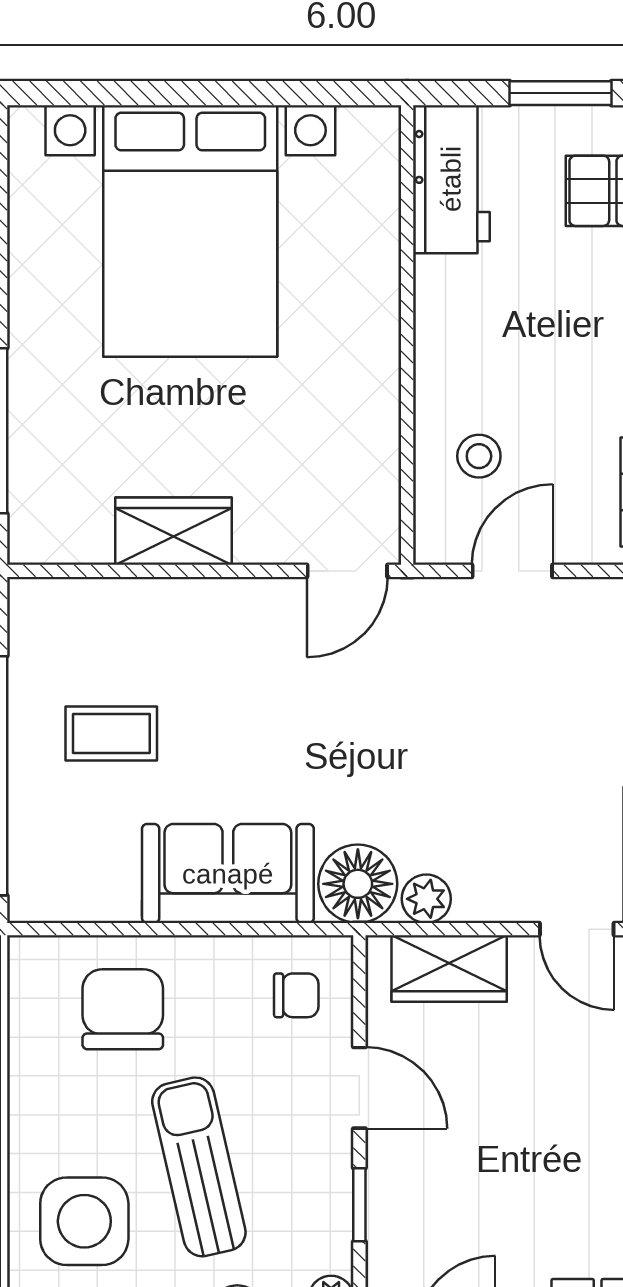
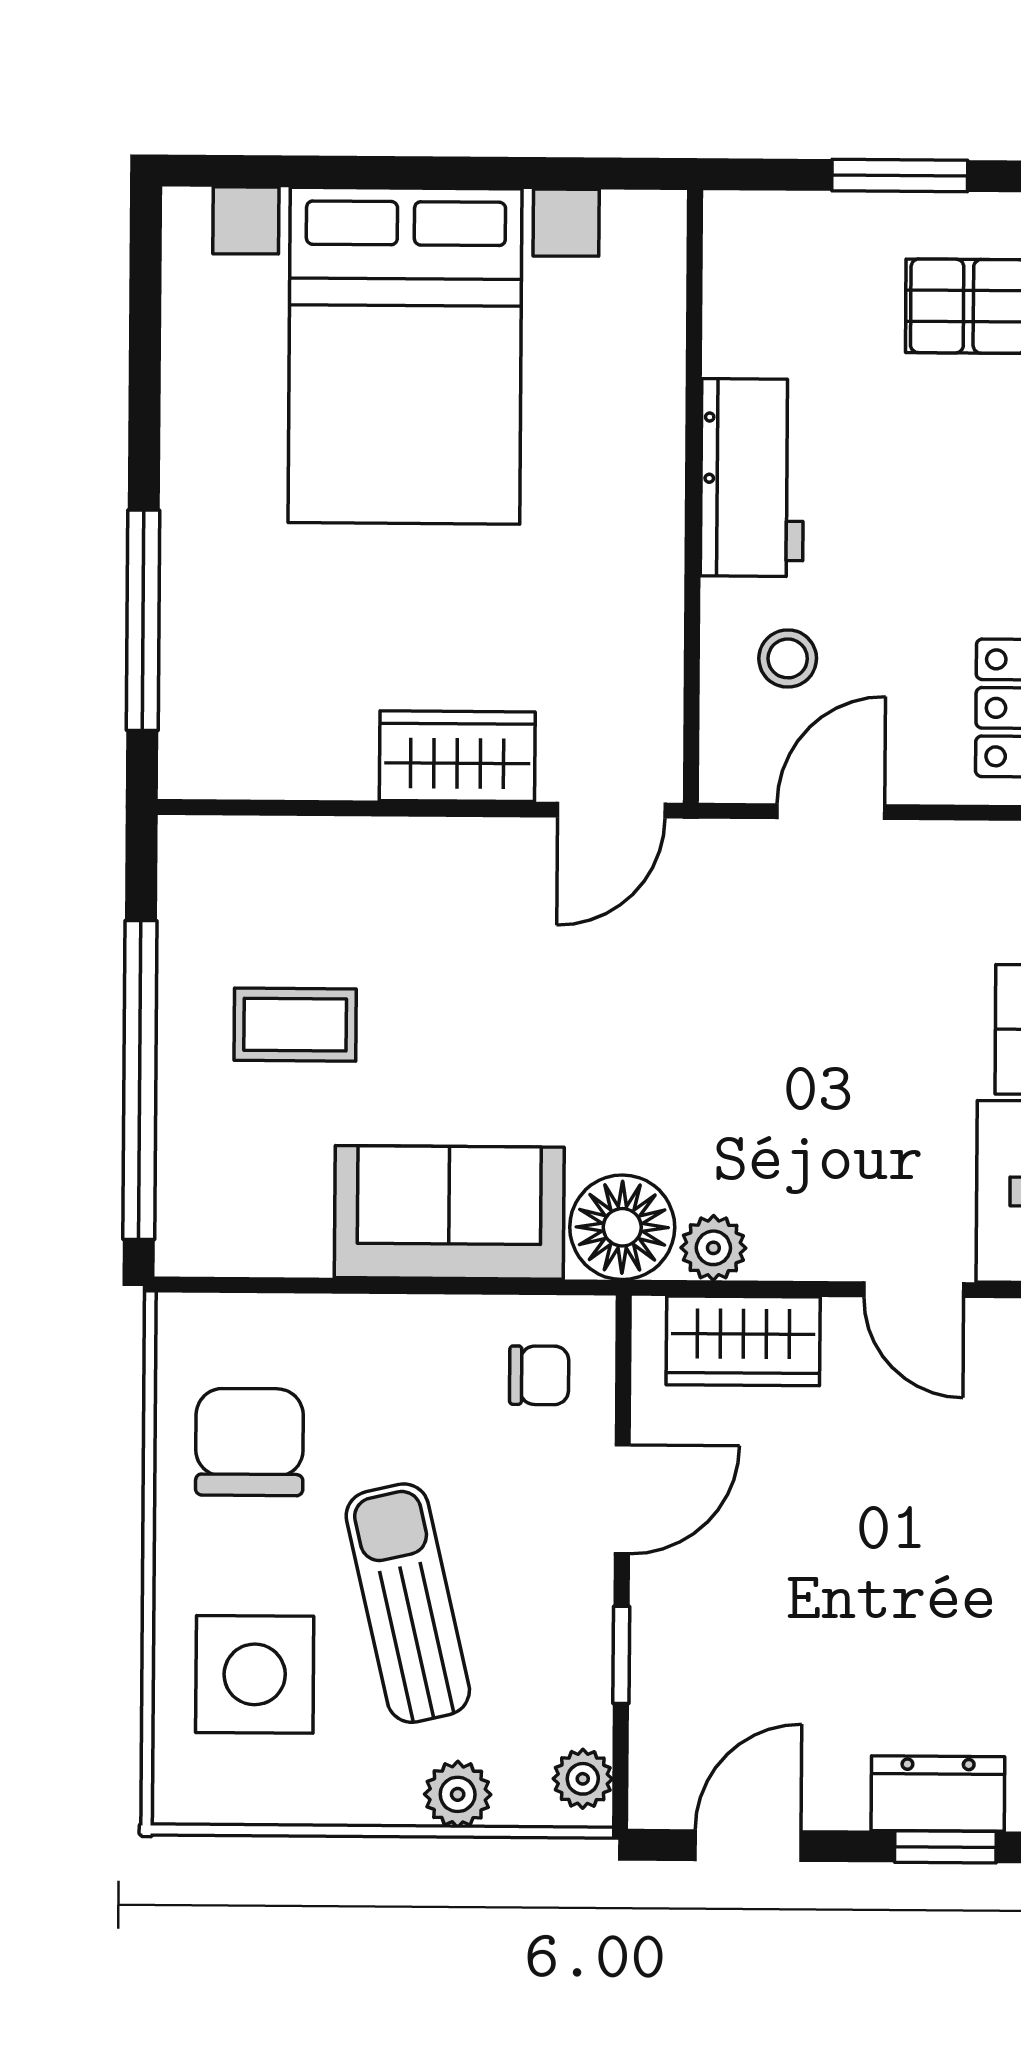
workbench: (451, 179) -> (752, 478), moved
wardrobe: (173, 531) -> (457, 756), moved
chair: (123, 1009) -> (249, 1442), moved
door: (359, 1088) -> (622, 1499), hinge flipped

